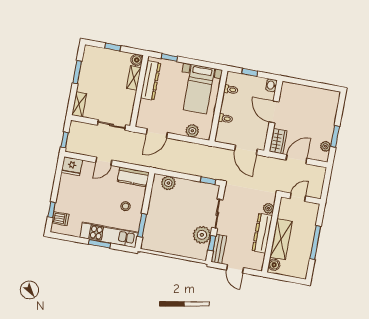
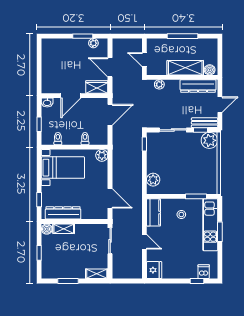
plant: (192, 131) -> (102, 155), moved
window: (65, 140) -> (131, 281), removed
dresser: (262, 233) -> (198, 86), moved
plant: (202, 235) -> (209, 140), moved

